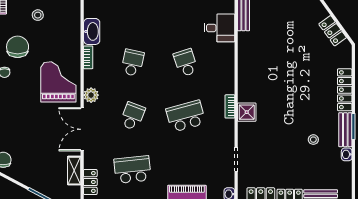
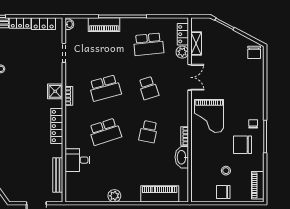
chair: (18, 47) -> (242, 145), turned 90
school desk: (186, 63) -> (105, 132), width x1.85
locker: (245, 70) -> (57, 126), added
plant: (91, 95) -> (182, 52), moved
school desk: (132, 116) -> (148, 88), turned -39
double door: (82, 129) -> (190, 77), width x0.73

